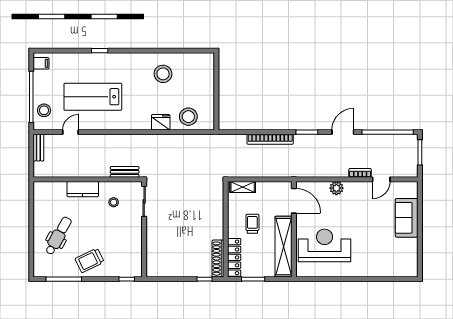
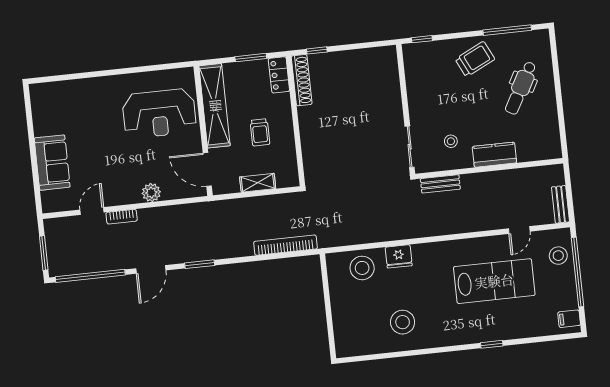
bookcase: (270, 139) -> (285, 245), moved
shelving: (243, 187) -> (258, 183), moved
locker: (234, 257) -> (279, 75), width x0.66

